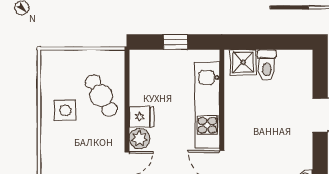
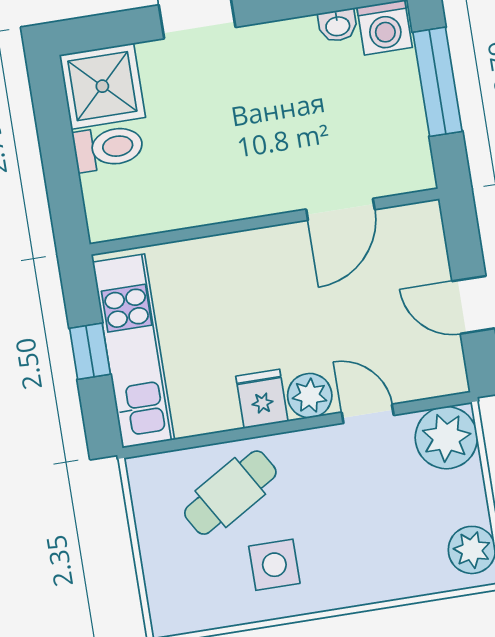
shower: (243, 62) -> (102, 86), moved, width x1.36, depth x1.36
kitchen unit: (207, 105) -> (133, 351), moved, turned -90

